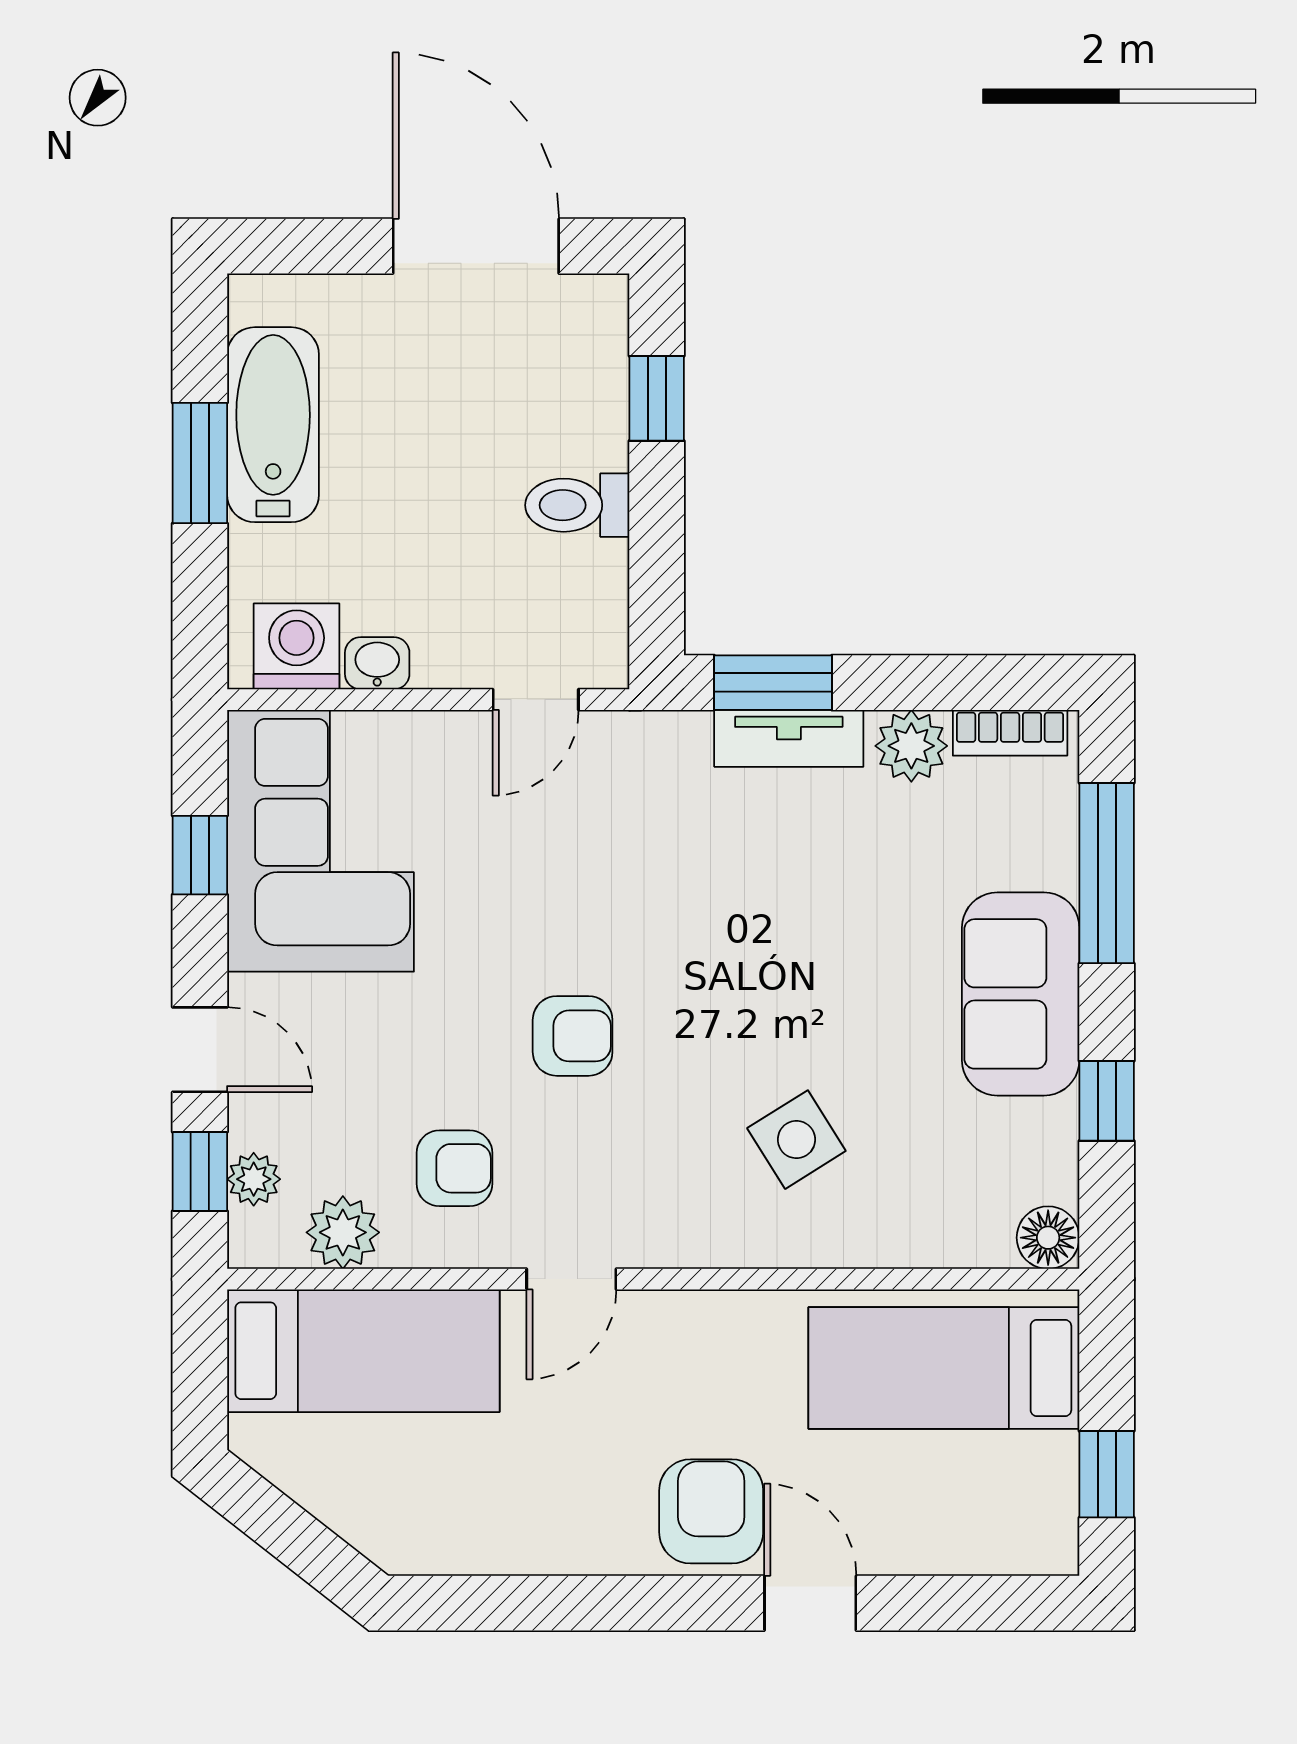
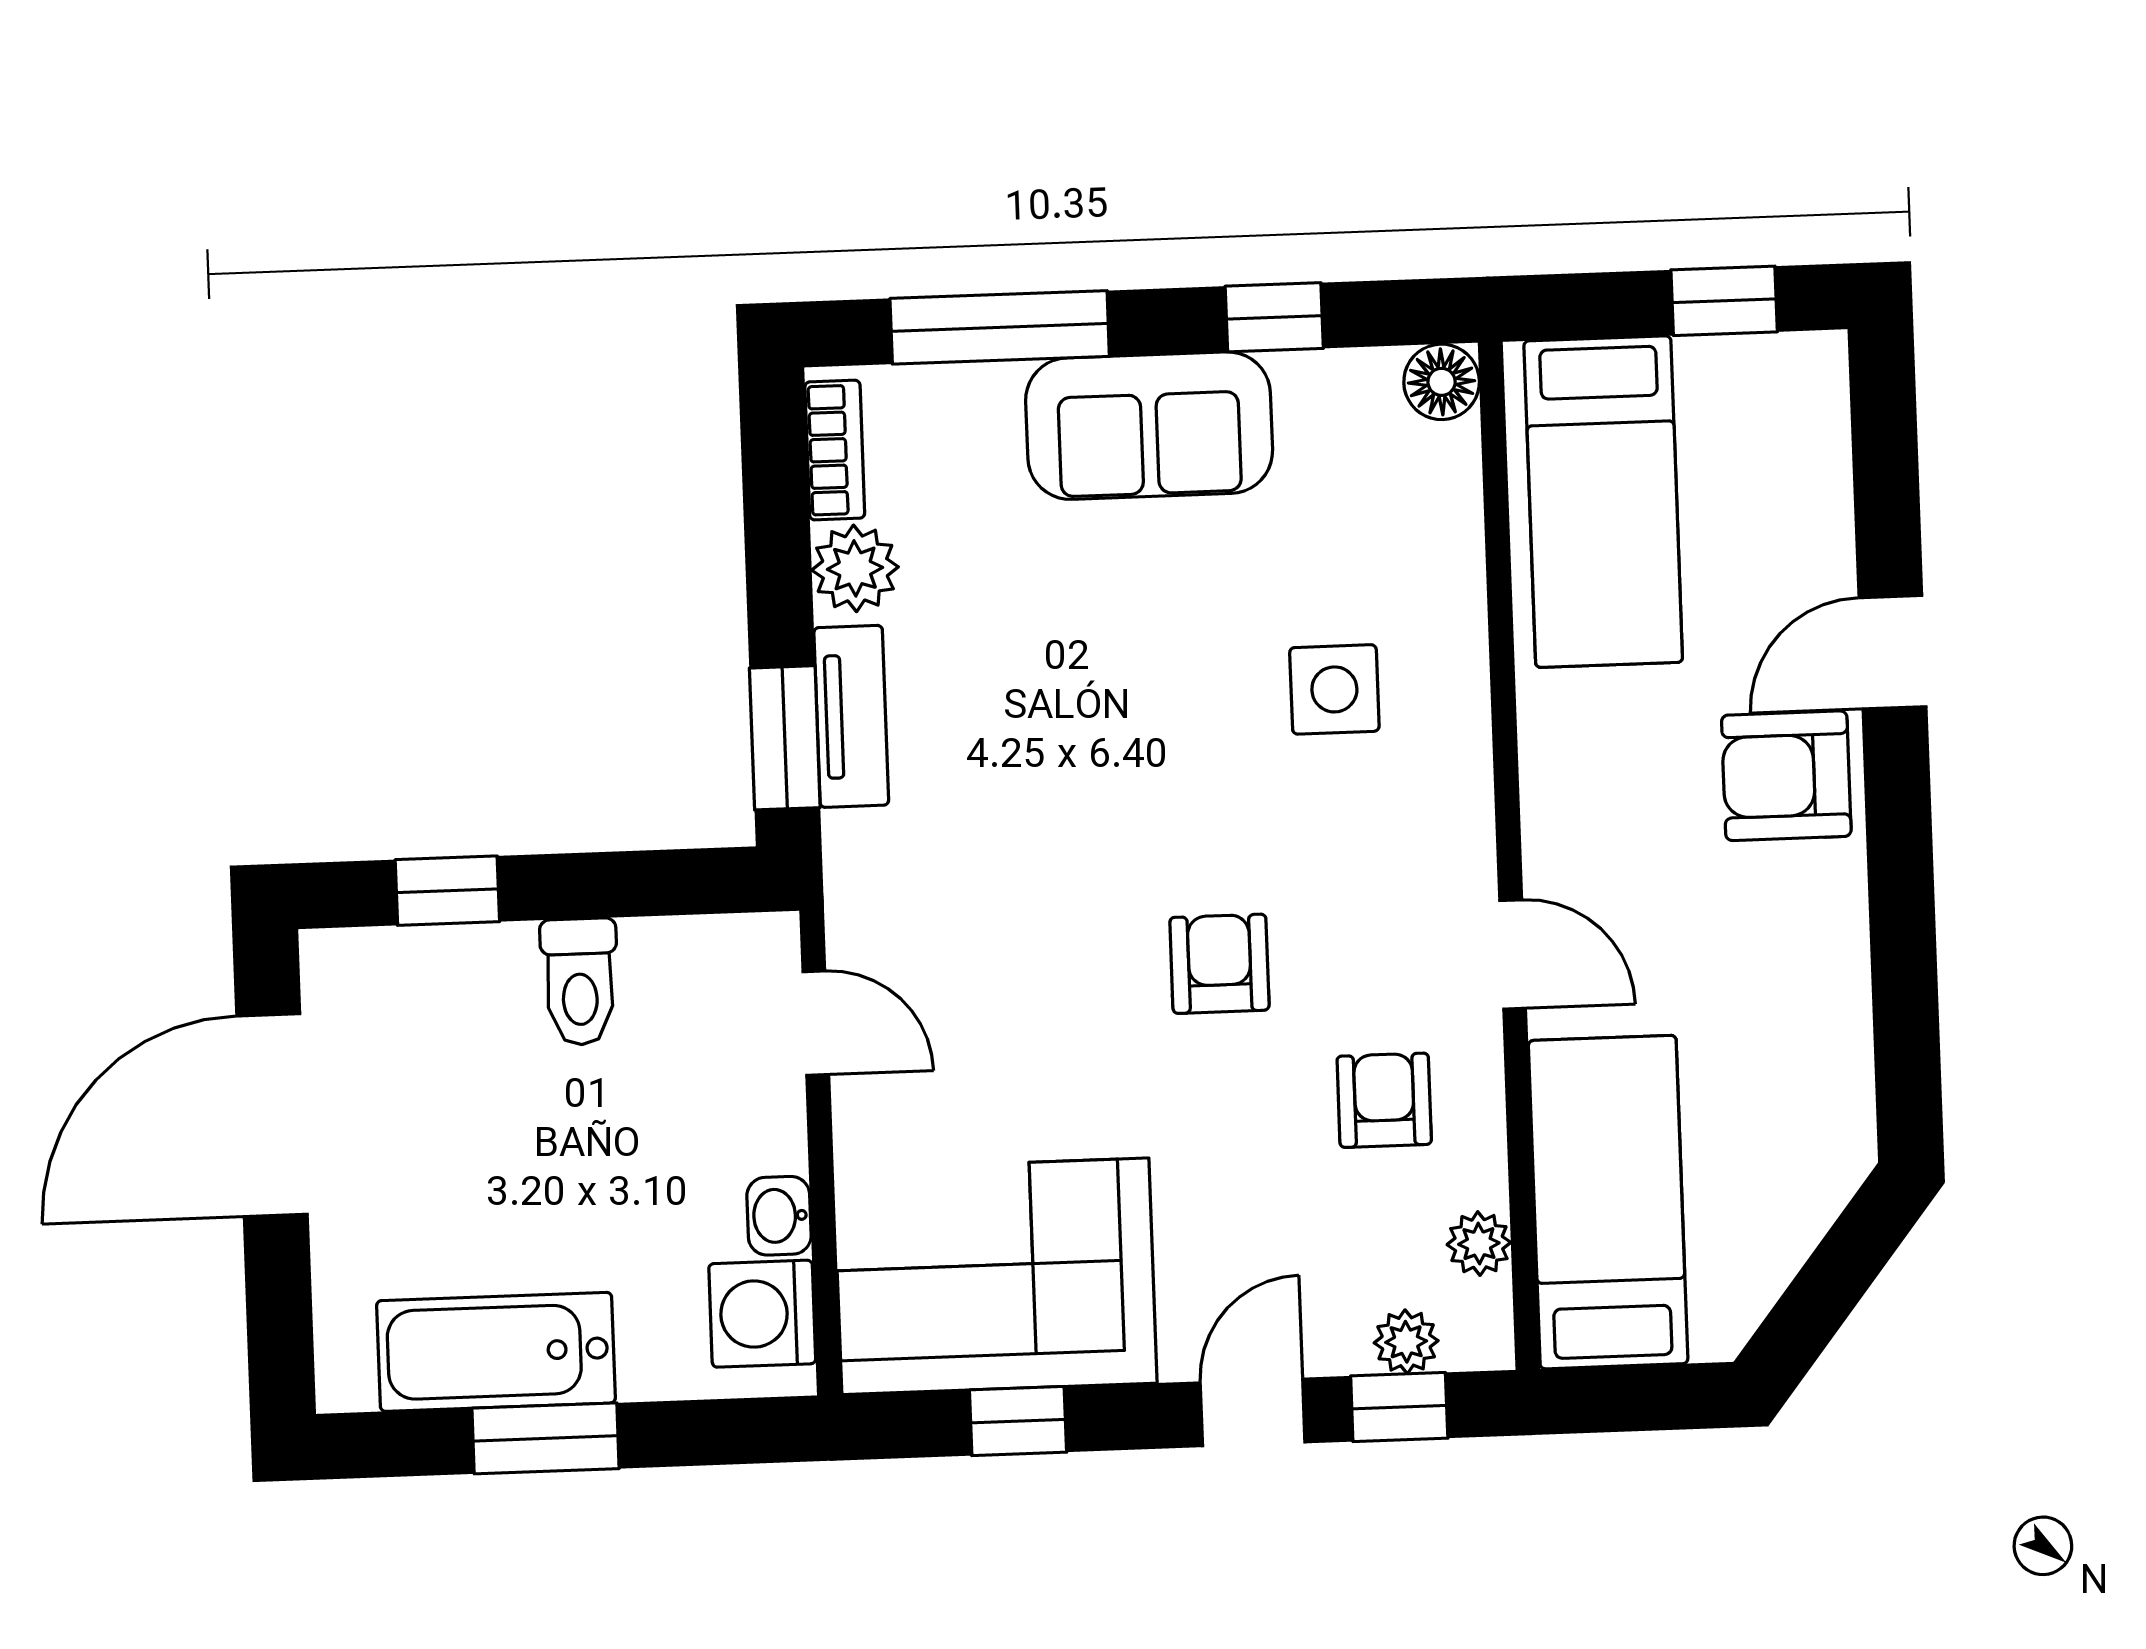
side table: (796, 1140) -> (1334, 689), turned 32
plant: (343, 1232) -> (1479, 1244), width x0.73, depth x0.73

